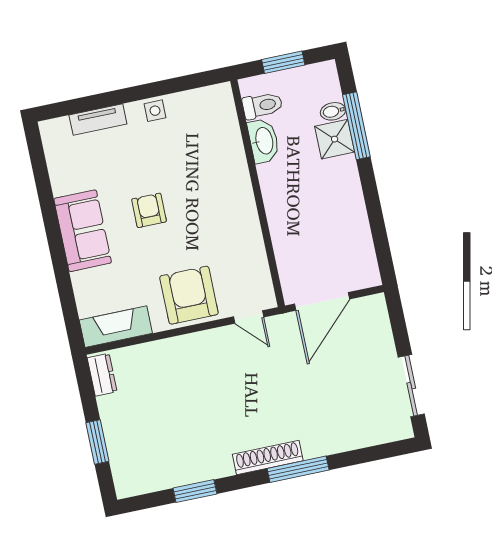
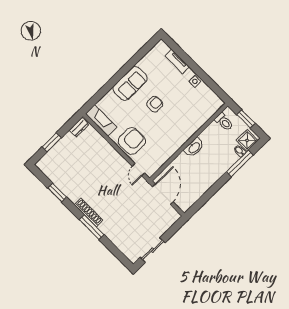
shower: (335, 139) -> (247, 140), moved
washbasin: (264, 141) -> (194, 148), moved
door: (322, 301) -> (163, 194), swing flipped

